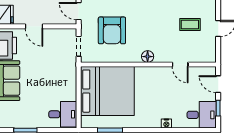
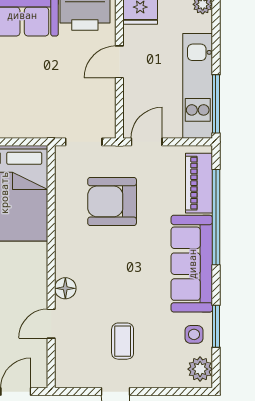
floor lamp: (148, 57) -> (65, 288), moved

